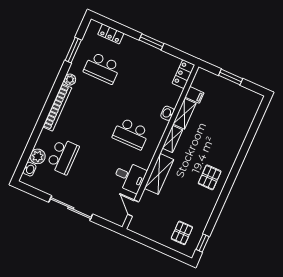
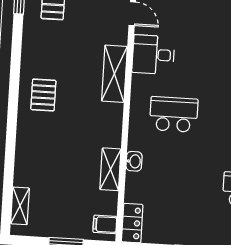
filing cabinet: (194, 95) -> (105, 224), moved
shelving: (172, 139) -> (20, 206), moved

